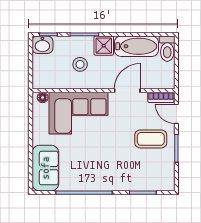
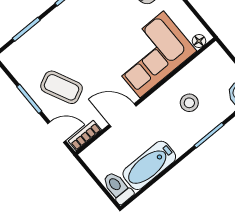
shower: (104, 46) -> (181, 140), removed
door: (127, 91) -> (123, 115), swing flipped
coffee table: (151, 139) -> (62, 87), turned 64

